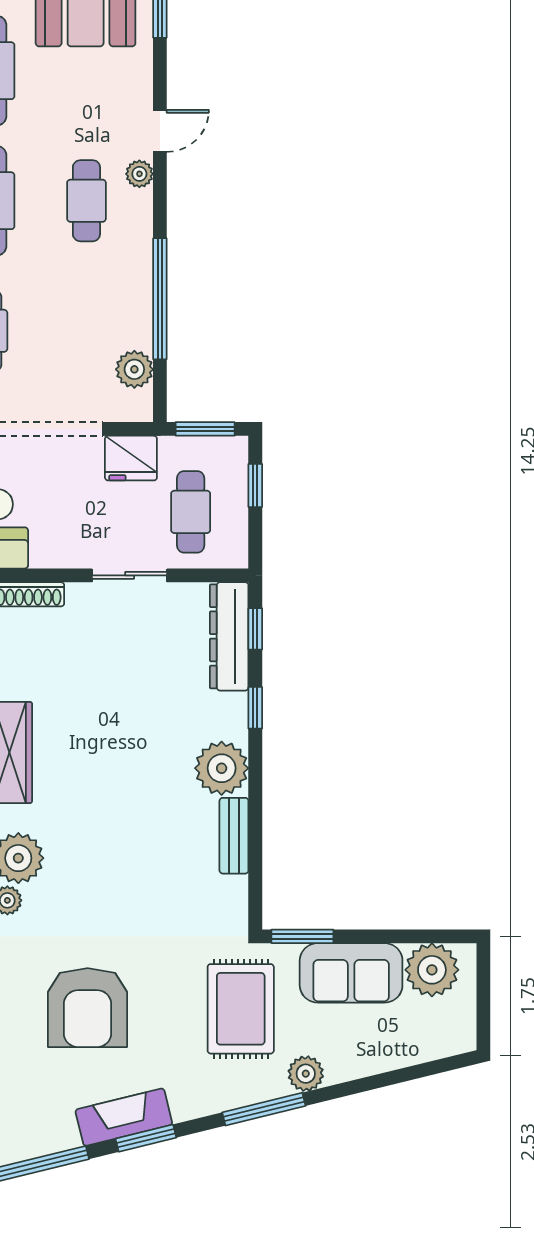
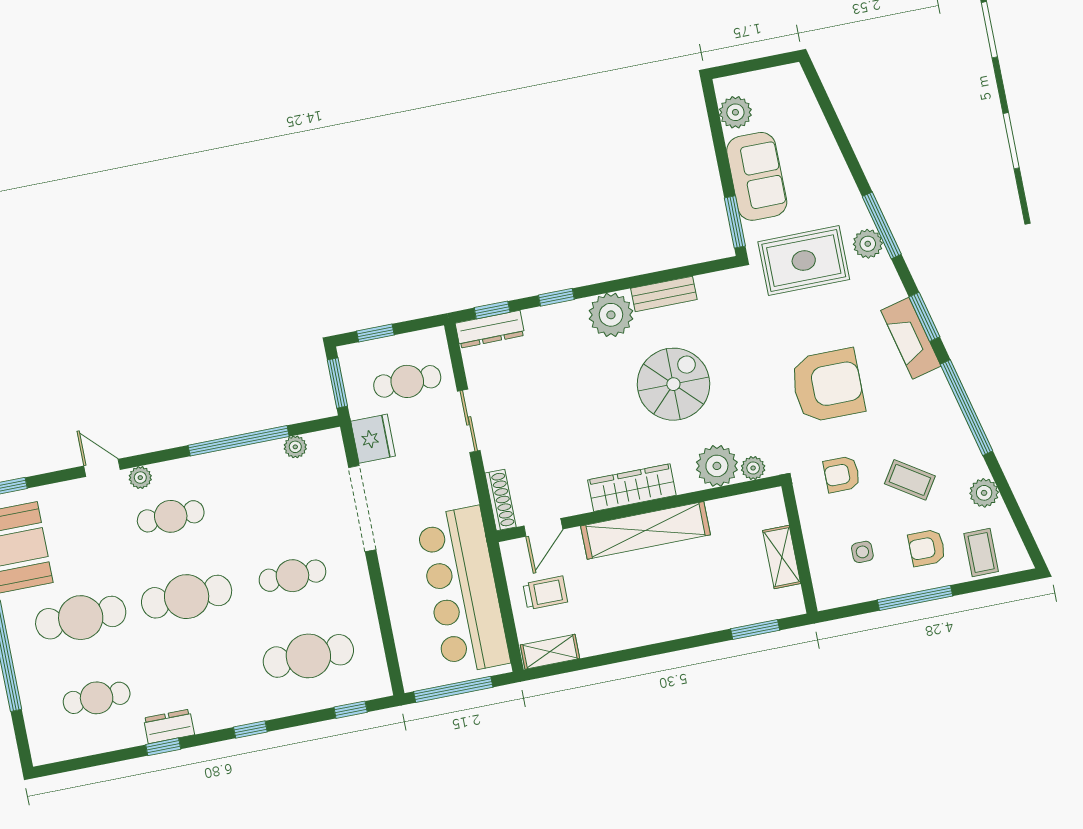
plant: (134, 369) -> (295, 447), width x0.73, depth x0.73
dresser: (229, 636) -> (490, 329), width x0.73, depth x0.80
spiral stairs: (125, 826) -> (673, 384), added
plant: (432, 970) -> (735, 112), width x0.73, depth x0.73
plant: (306, 1074) -> (868, 244), moved

